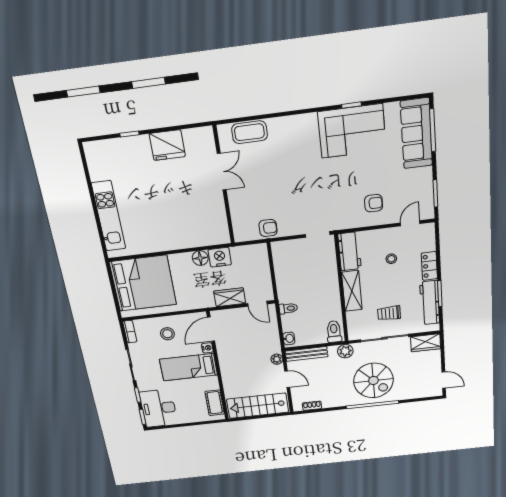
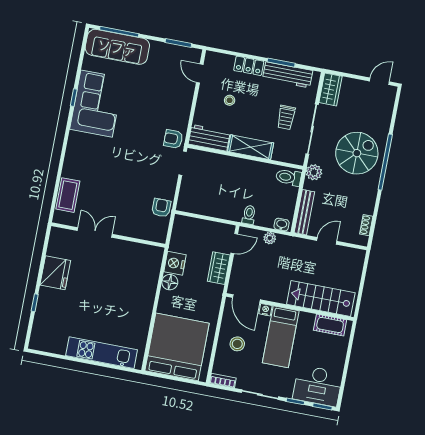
armchair: (374, 203) -> (173, 139), moved, turned -90
plant: (277, 359) -> (270, 238), moved
stairs: (258, 406) -> (321, 299), moved, turned 90

